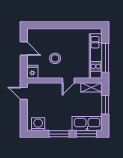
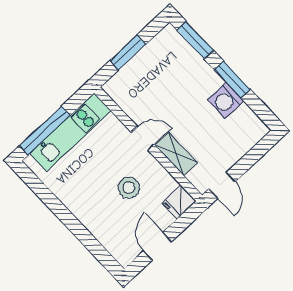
window: (105, 58) -> (45, 131), moved
shelving: (91, 87) -> (176, 154), moved
kitchen sink: (87, 123) -> (179, 53), removed
washing machine: (38, 124) -> (226, 101), moved

